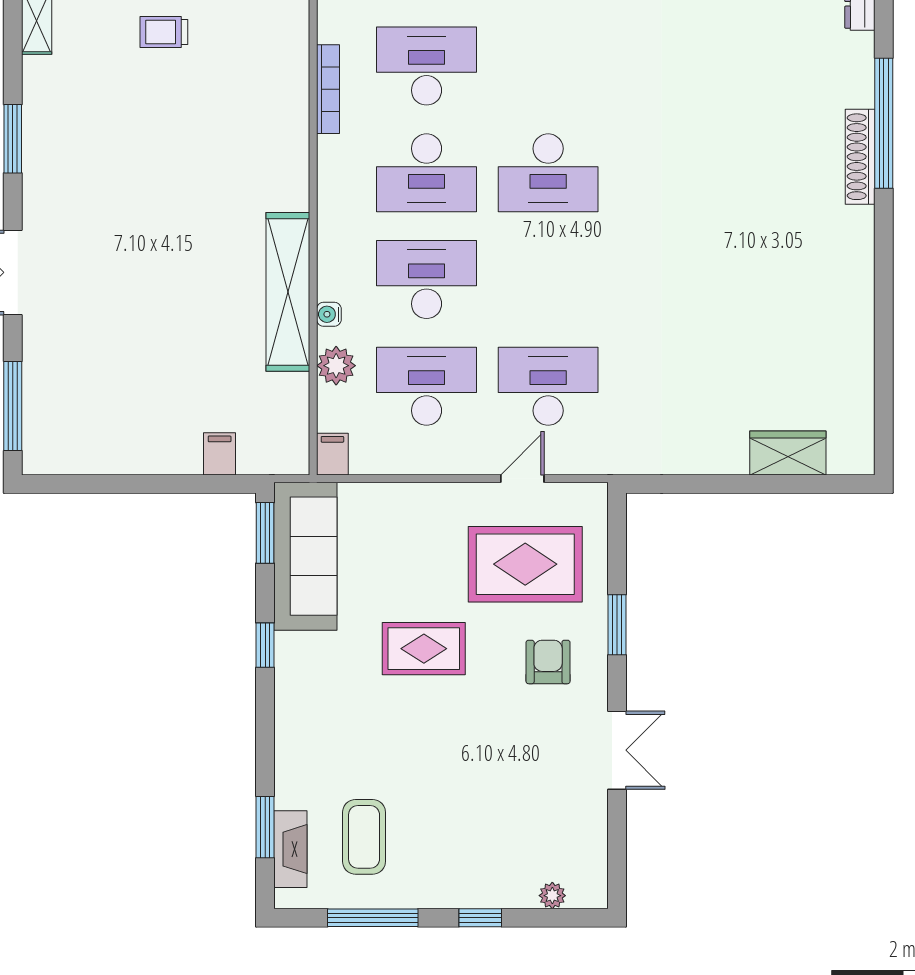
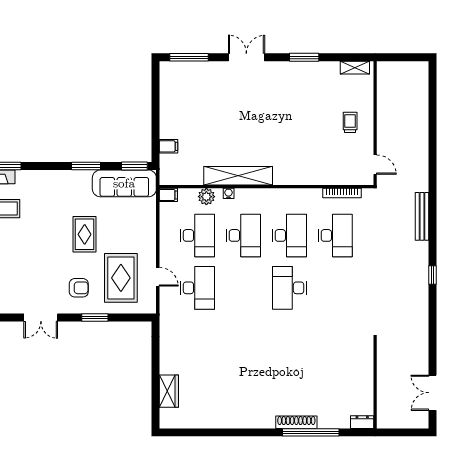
bookcase: (328, 89) -> (342, 193), moved
desk: (427, 173) -> (289, 235), turned 180
window: (265, 645) -> (86, 166), width x1.50

